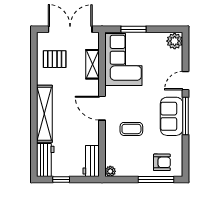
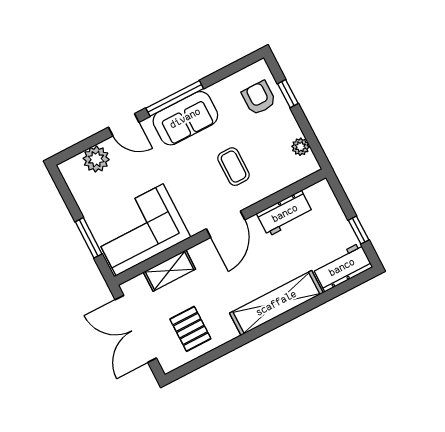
plant: (175, 41) -> (96, 159), moved
workbench: (91, 161) -> (285, 213), moved
plant: (110, 171) -> (300, 147), moved
window: (156, 180) -> (288, 94), width x0.46

